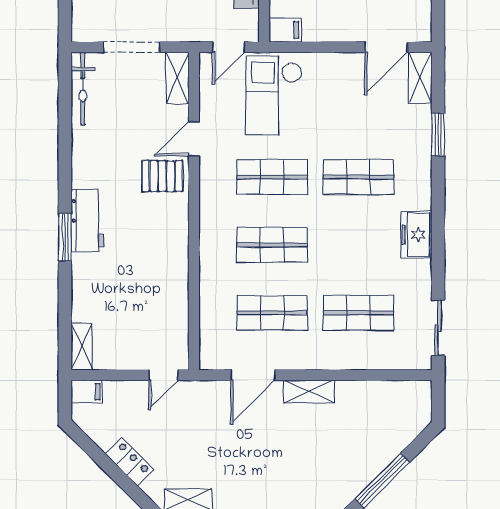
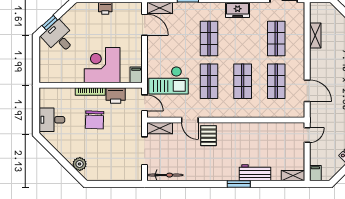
workbench: (88, 220) -> (255, 173), moved
door: (163, 375) -> (307, 135), hinge flipped
shelving: (309, 391) -> (315, 35), moved

